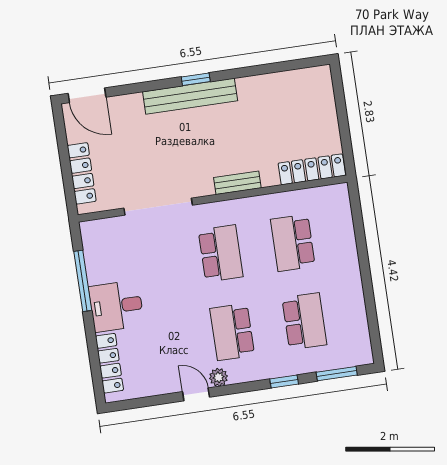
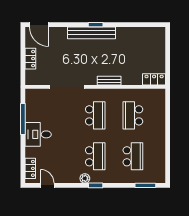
locker: (312, 169) -> (154, 79), width x0.66
locker: (82, 173) -> (30, 59), width x0.66
school desk: (232, 332) -> (95, 156), turned 180
locker: (109, 363) -> (30, 168), width x0.66
window: (284, 381) -> (96, 185), moved
door: (196, 394) -> (47, 185), moved

